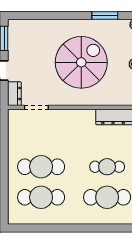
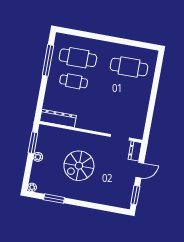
spiral stairs: (81, 62) -> (79, 166), width x0.73, depth x0.73
cafe table: (41, 167) -> (125, 91), removed

